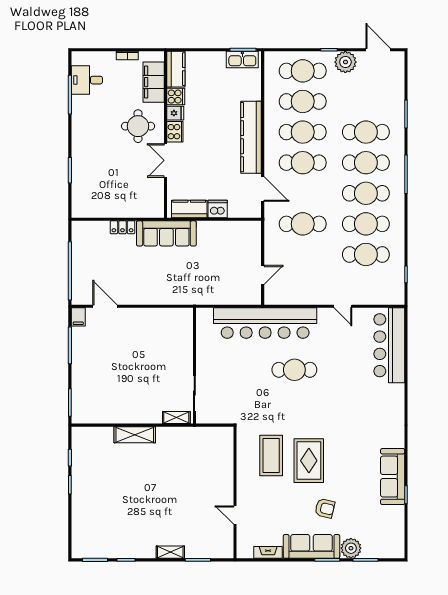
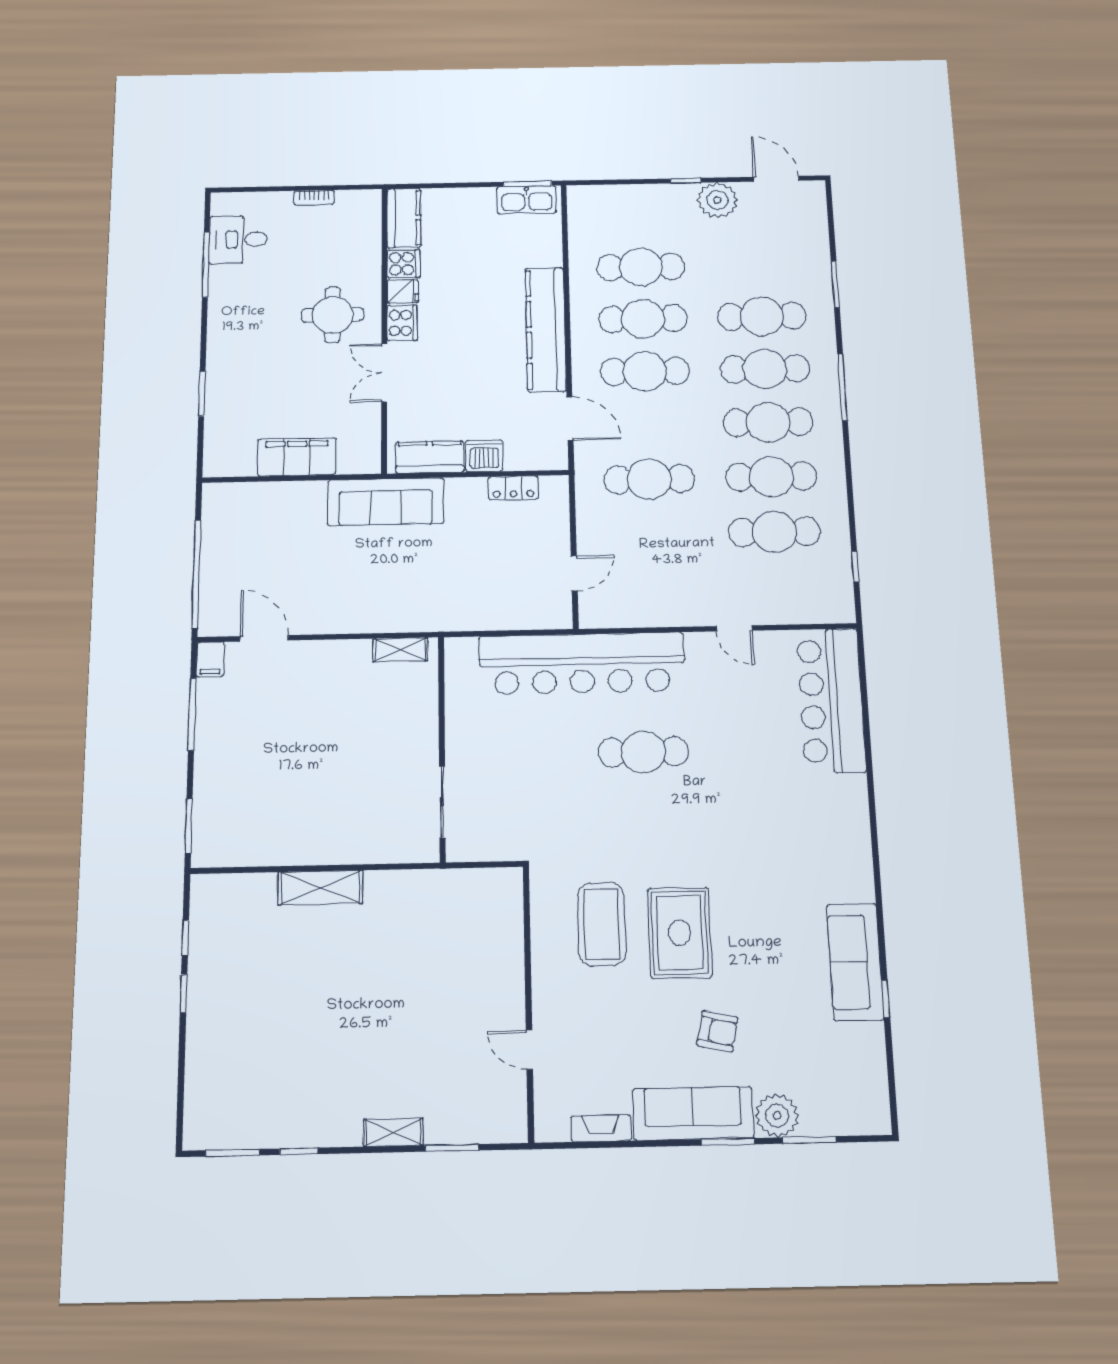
cafe table: (303, 71) -> (639, 216), removed
filing cabinet: (154, 82) -> (297, 457), moved, turned 90
locker: (122, 227) -> (513, 488), moved
shelving: (176, 417) -> (400, 650), moved

